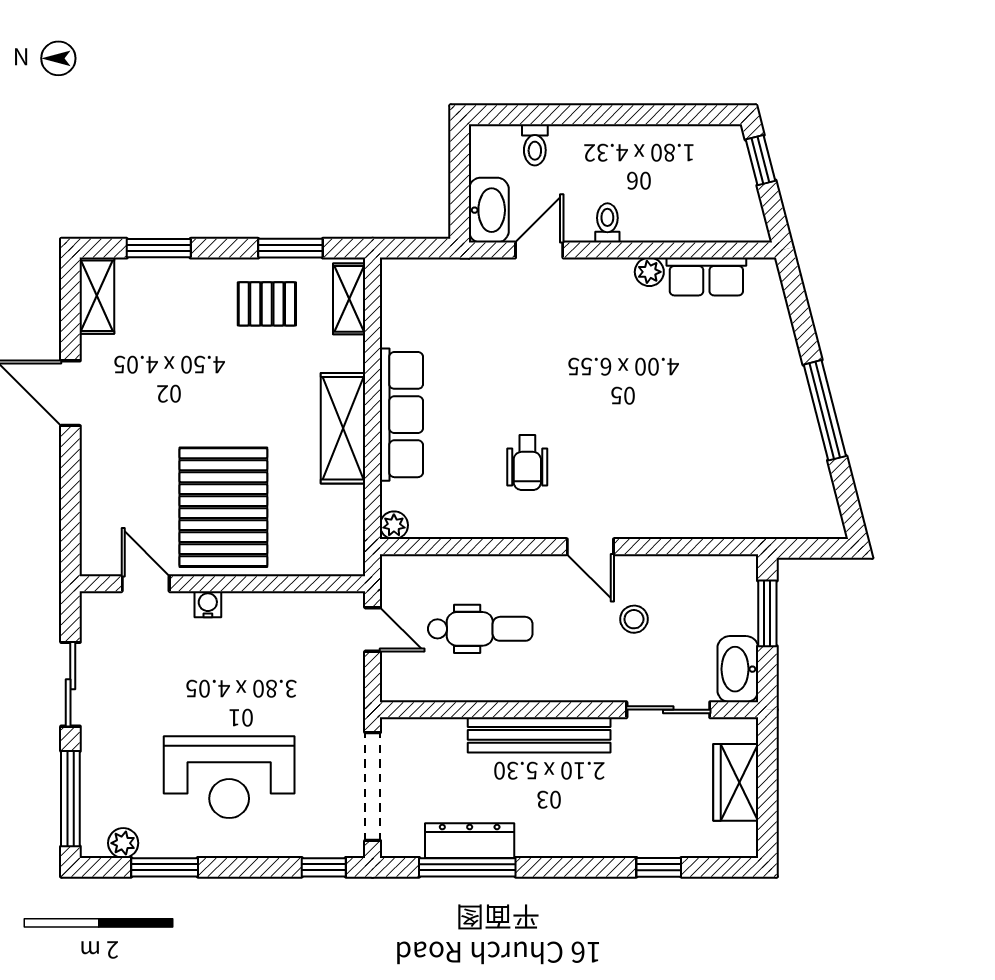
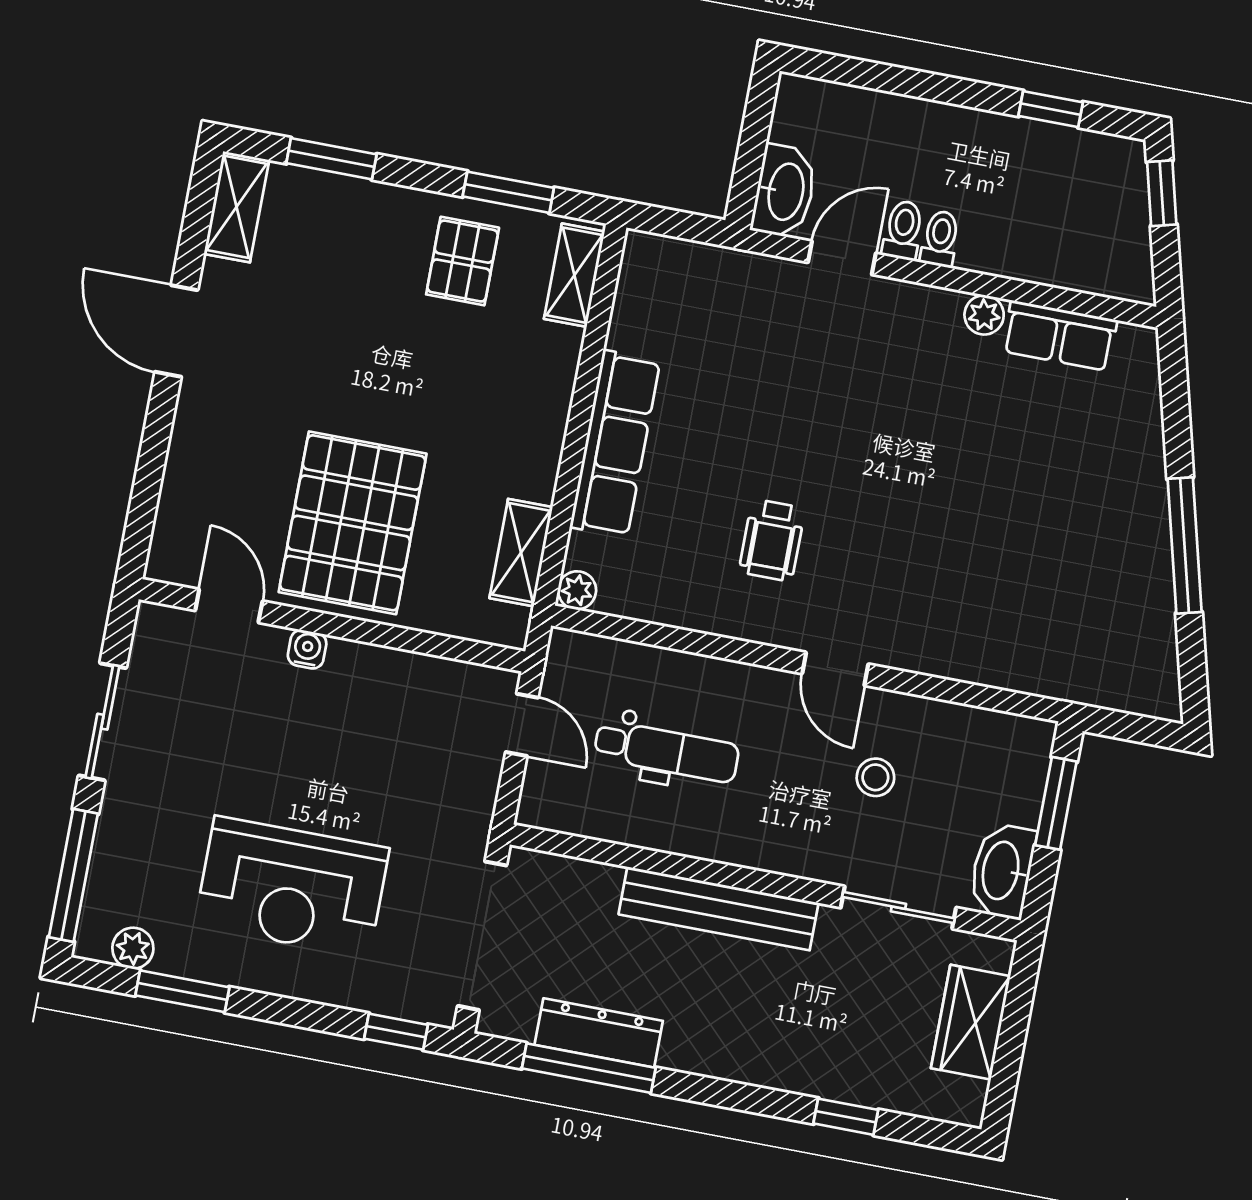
window: (669, 115) -> (1051, 109), added
toilet: (535, 145) -> (903, 230), moved, turned 180
pallet: (267, 304) -> (463, 261), turned 90
shelving: (343, 428) -> (521, 553), moved, width x0.67, depth x0.75

